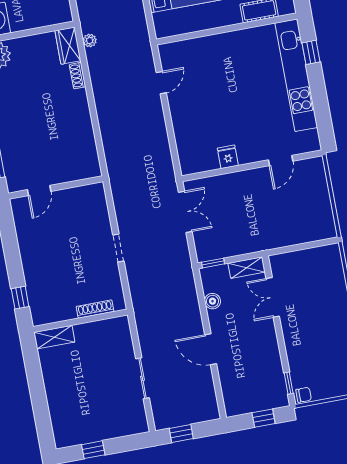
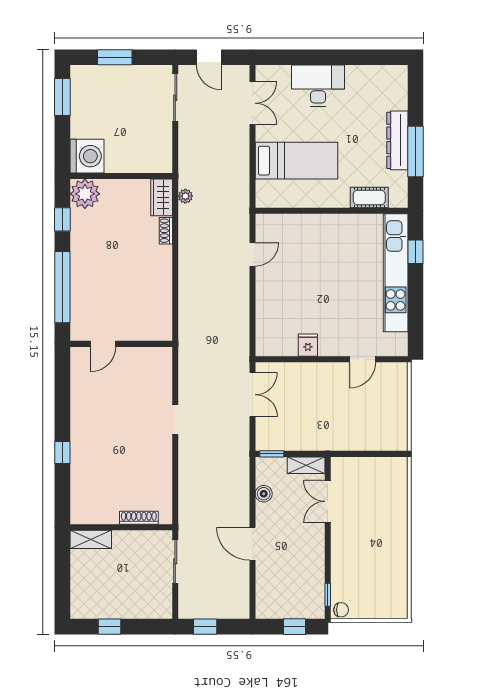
shoe rack: (95, 309) -> (139, 518), moved
wall: (80, 321) -> (121, 527), moved
shelving: (54, 337) -> (91, 539), moved

